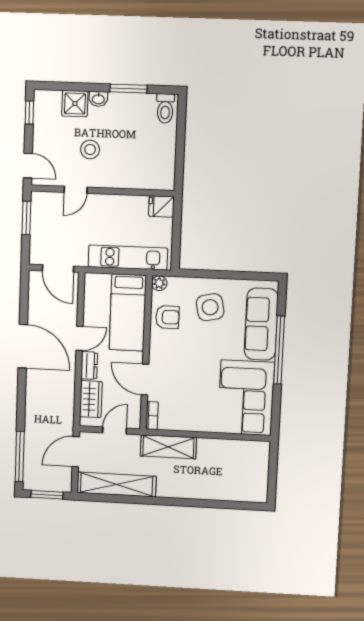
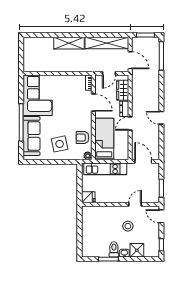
toilet: (165, 108) -> (114, 249), moved
door: (23, 346) -> (161, 118), width x0.53
shelving: (168, 447) -> (69, 43), moved
door: (76, 452) -> (130, 60), hinge flipped

